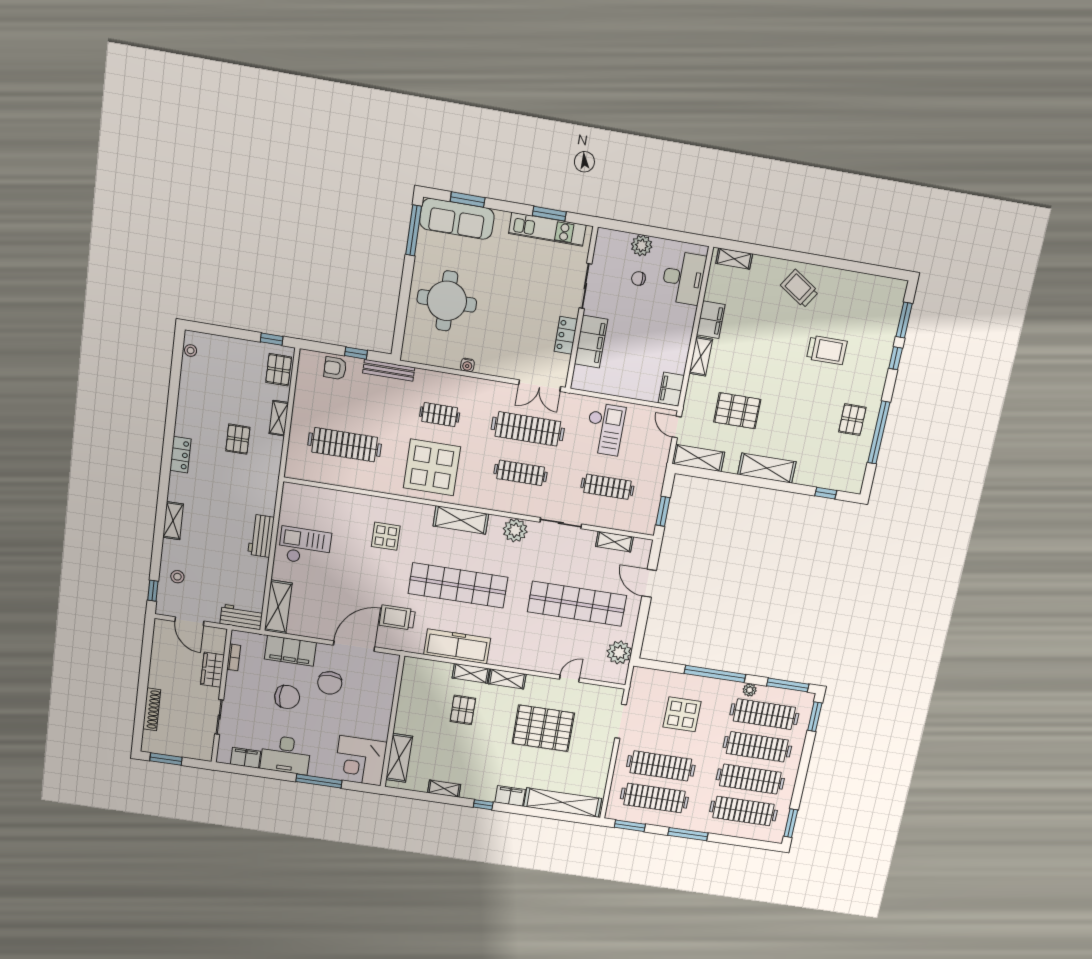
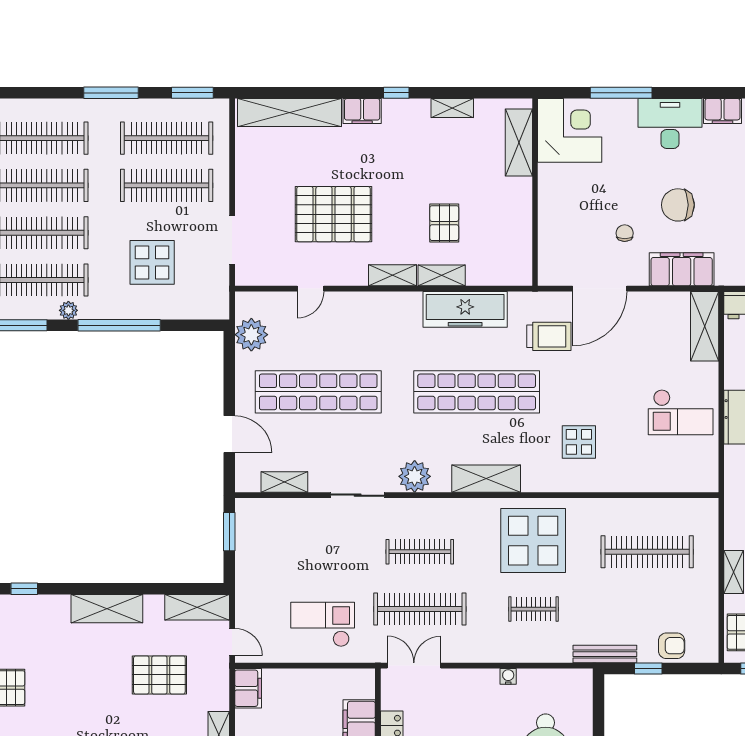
checkout: (605, 429) -> (323, 624), turned 90
clothes rail: (607, 487) -> (306, 552), removed
chair: (330, 683) -> (625, 233), width x0.54, depth x0.54

